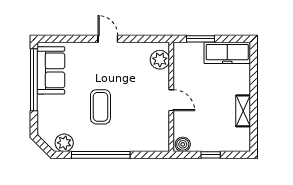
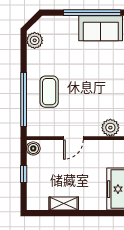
coffee table: (100, 107) -> (49, 92), moved, turned 90
window: (101, 155) -> (24, 100), moved

